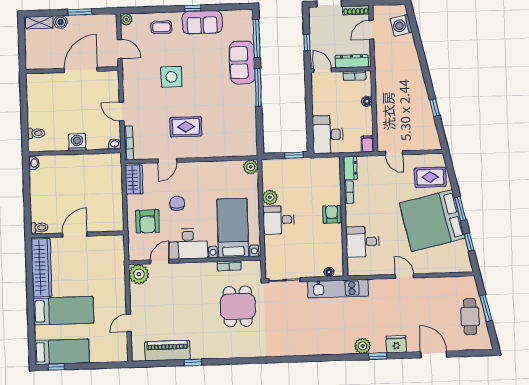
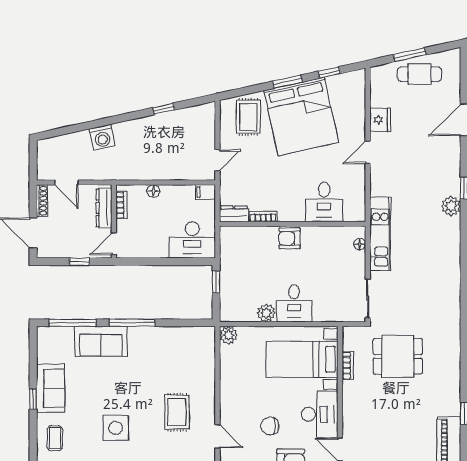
washing machine: (401, 25) -> (102, 137), moved
fridge: (396, 344) -> (380, 120), moved, turned 180

